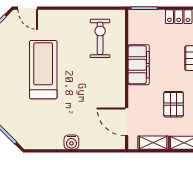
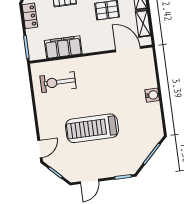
filing cabinet: (139, 65) -> (63, 47), moved
door: (127, 122) -> (128, 49), swing flipped

